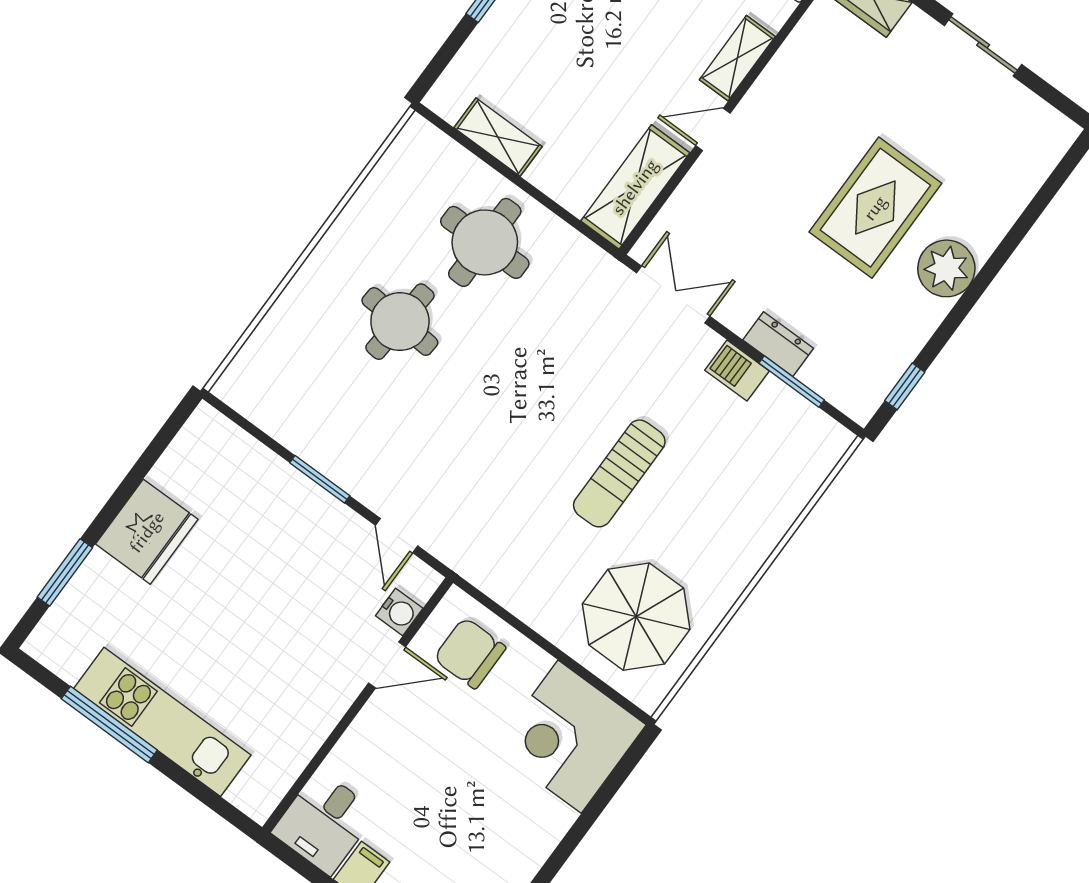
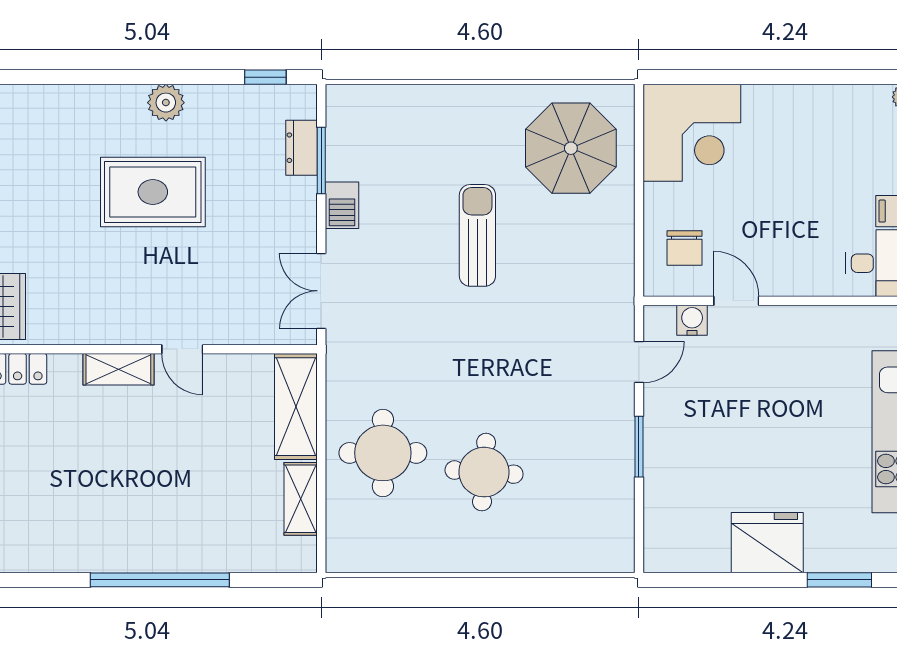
shelving: (635, 187) -> (296, 407), moved, turned 90
plant: (946, 268) -> (166, 103), width x0.73, depth x0.73
dresser: (778, 344) -> (302, 148), moved
sun lounger: (619, 473) -> (477, 235), turned -90
chair: (470, 653) -> (684, 248), width x0.73, depth x0.73

